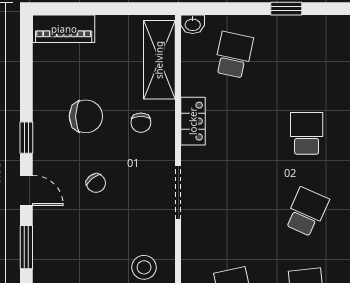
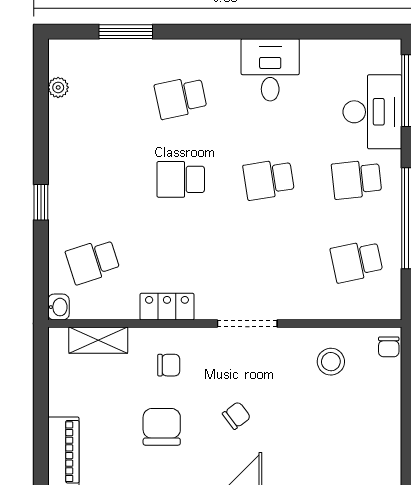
school desk: (234, 55) -> (93, 261), turned -30
shelving: (159, 60) -> (98, 340), width x0.67, depth x0.75
school desk: (307, 212) -> (269, 179), turned -33

